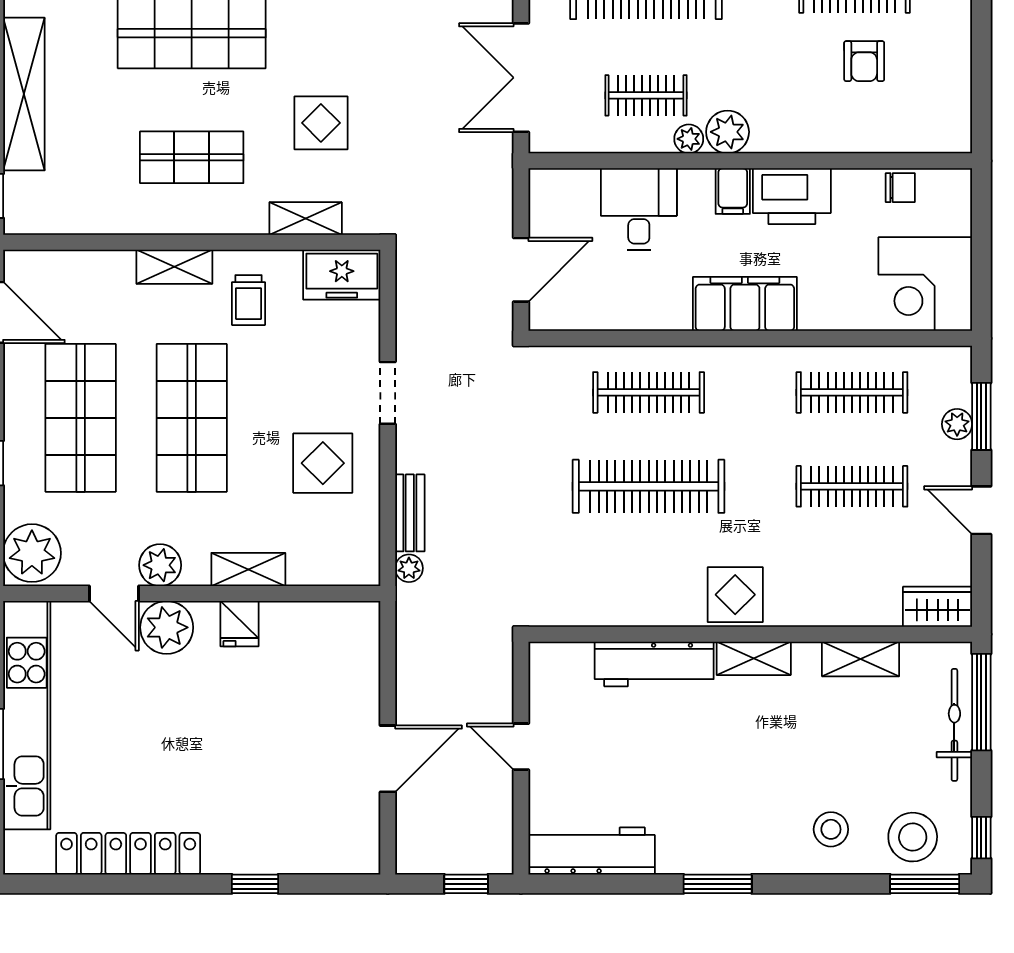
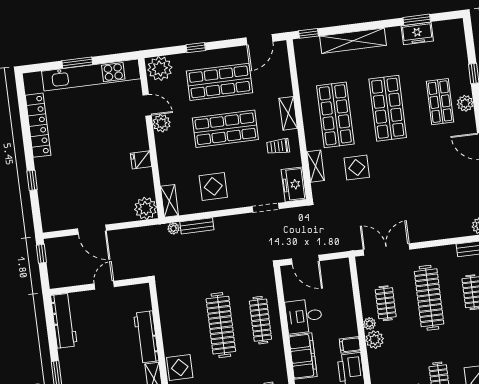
shop shelf: (192, 157) -> (335, 115), width x1.43, depth x1.36
desk: (639, 209) -> (304, 316), moved, turned 180
doorway: (388, 393) -> (266, 208), moved
shelving: (248, 570) -> (169, 201), moved
door: (114, 594) -> (147, 105), swing flipped
plant: (167, 627) -> (146, 208), moved
window: (466, 884) -> (41, 254), moved

